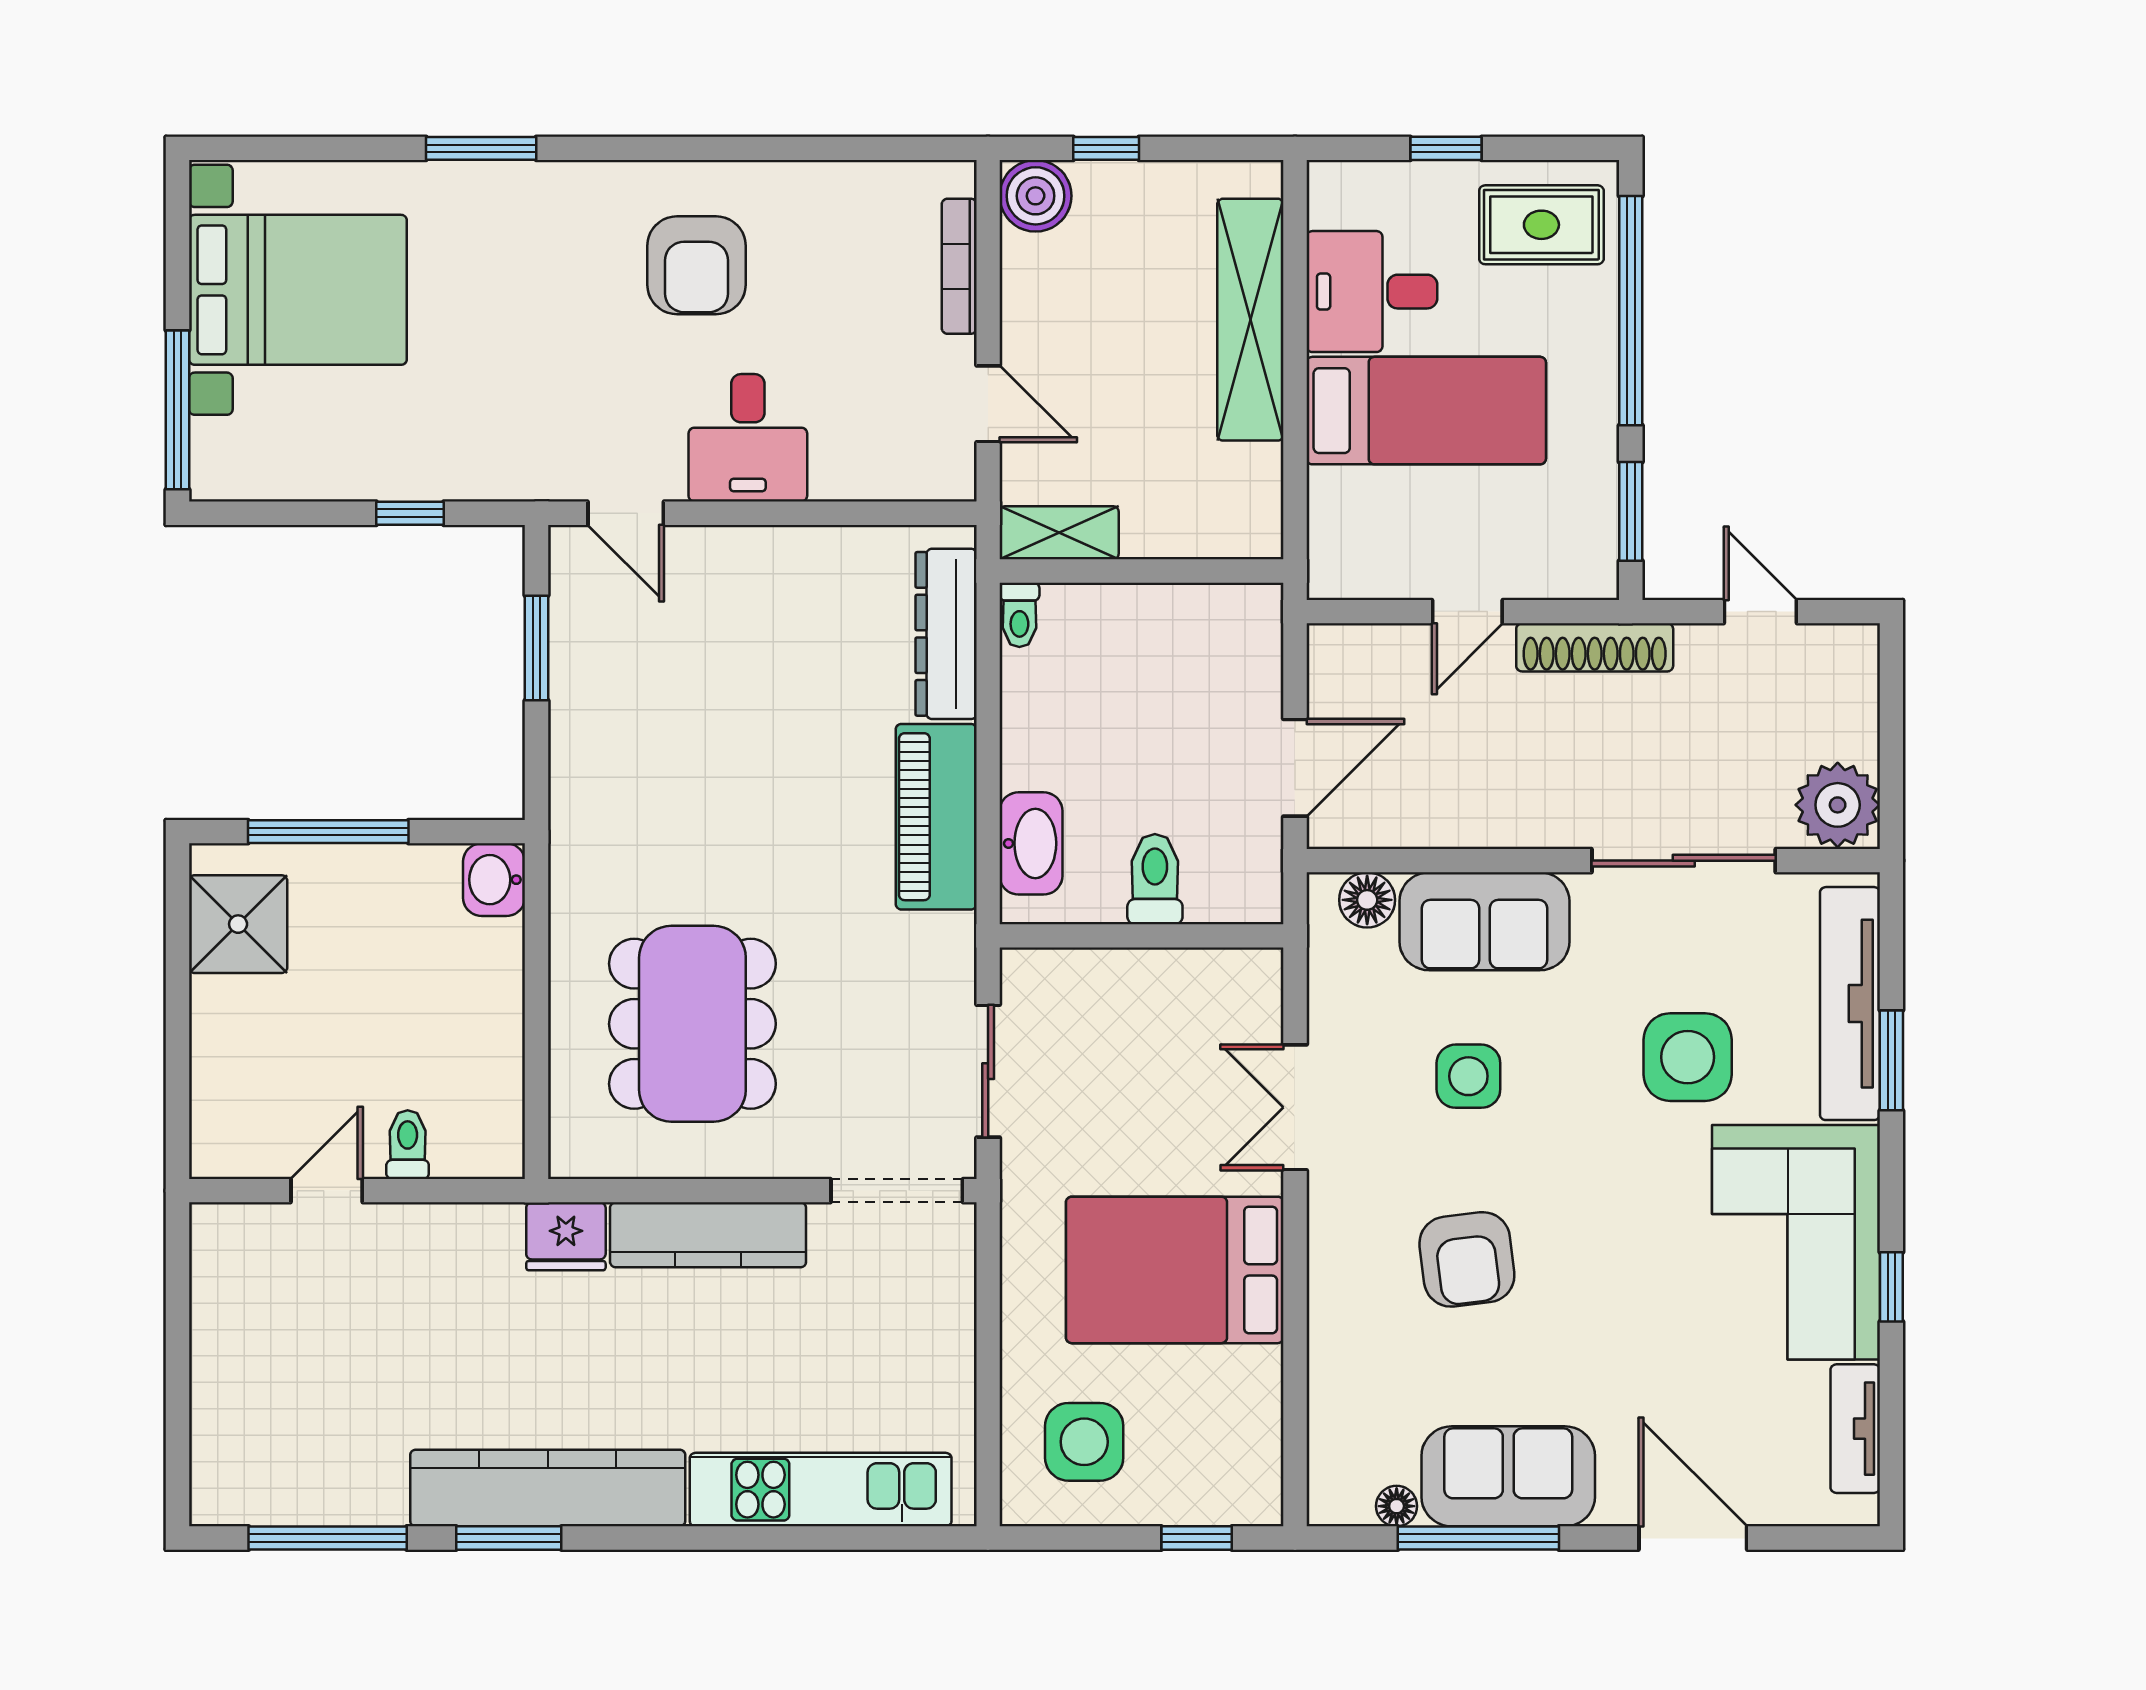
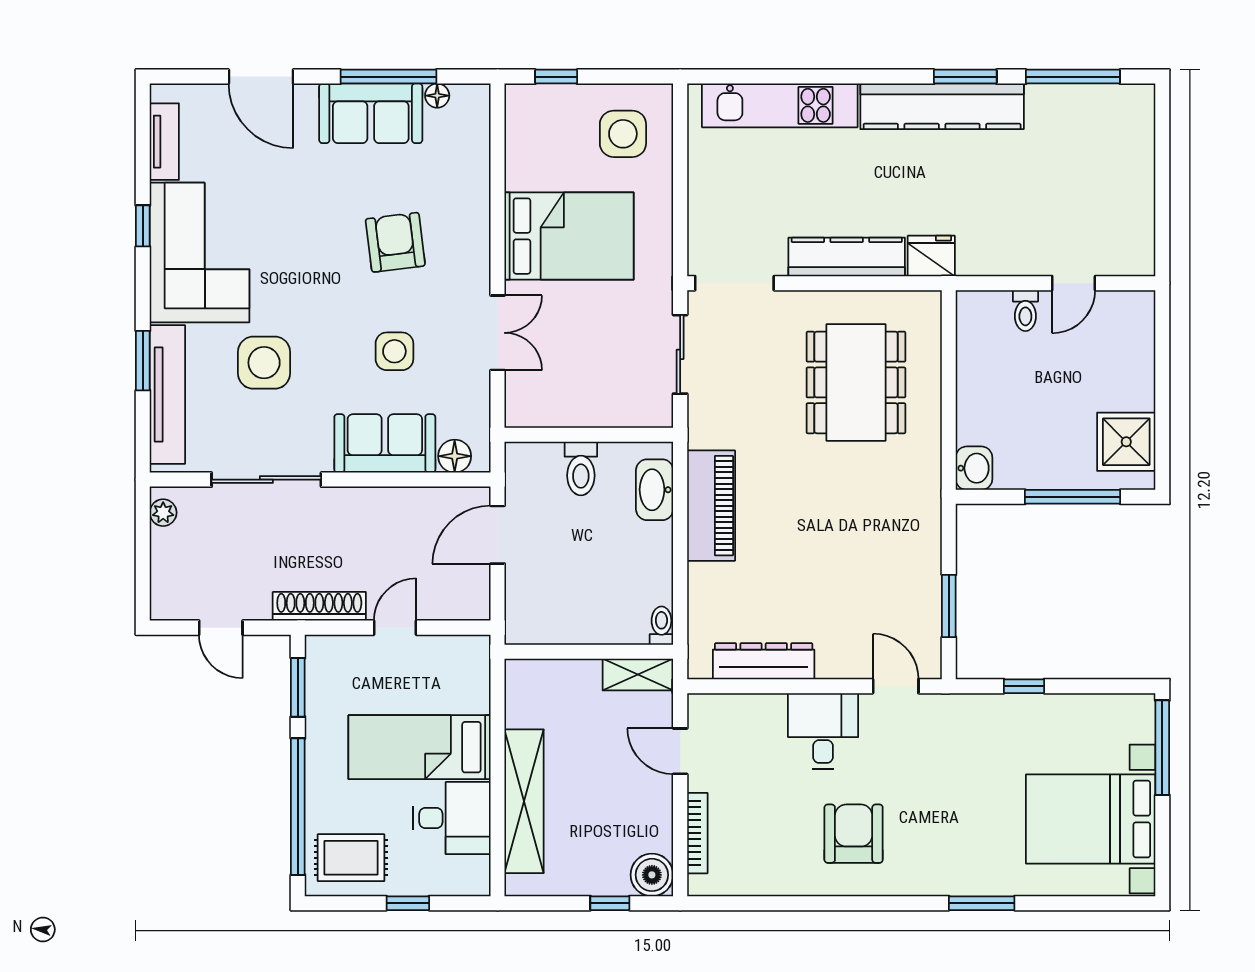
dresser: (946, 634) -> (764, 661), moved, turned -90
plant: (1838, 805) -> (163, 513), width x0.53, depth x0.53

